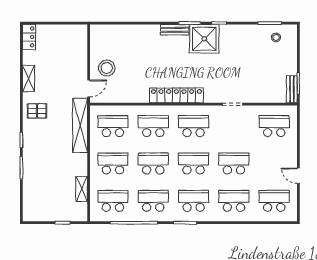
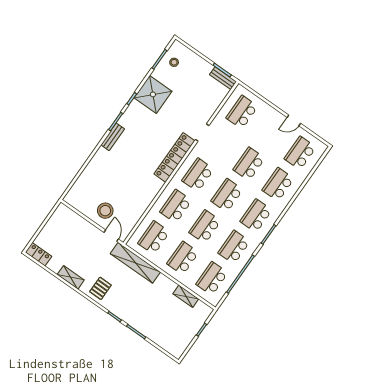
shower: (204, 39) -> (153, 94), moved
locker: (176, 95) -> (174, 157), moved

